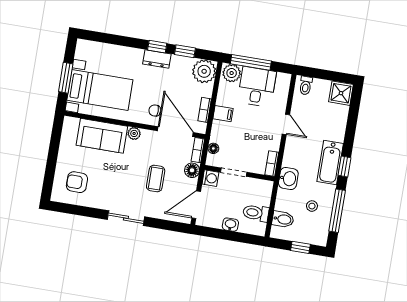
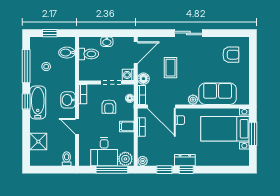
plant: (204, 71) -> (143, 161), width x0.53, depth x0.53
shower: (341, 93) -> (38, 142), moved
armchair: (241, 142) -> (109, 107), added
washbasin: (288, 178) -> (68, 100), moved

